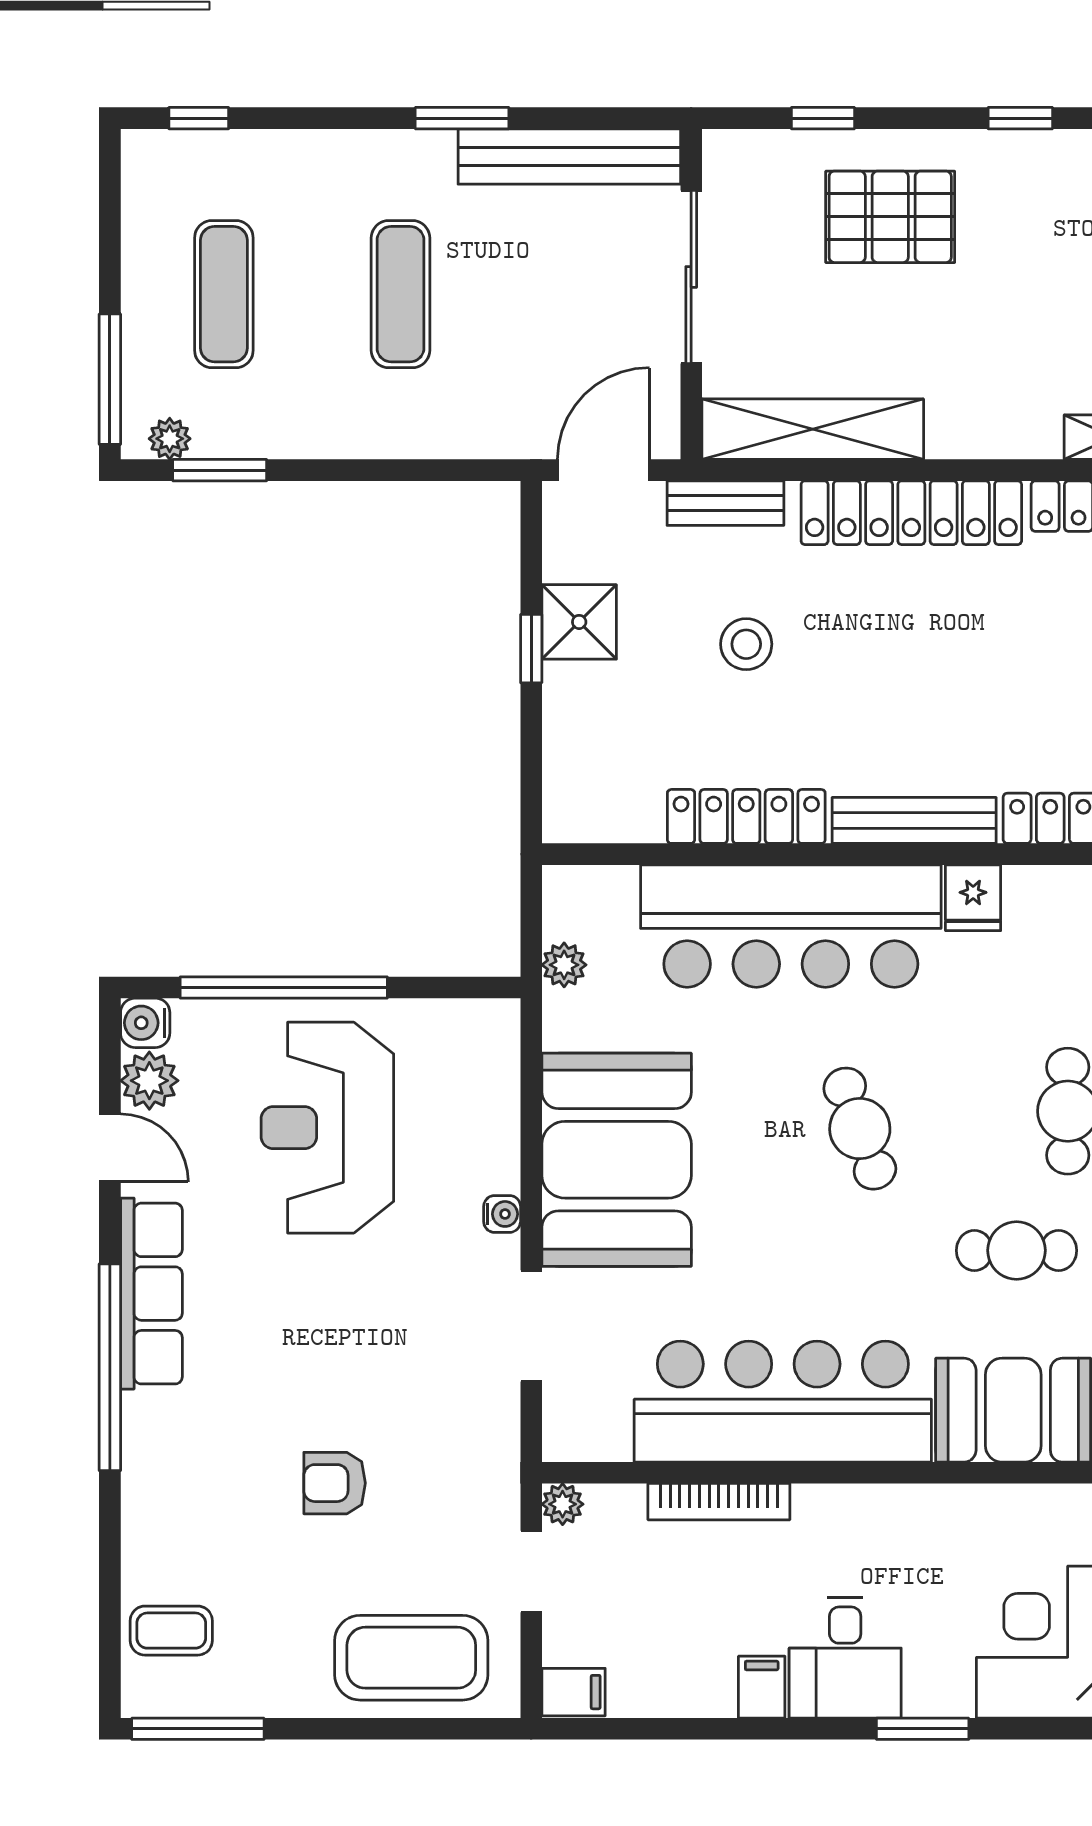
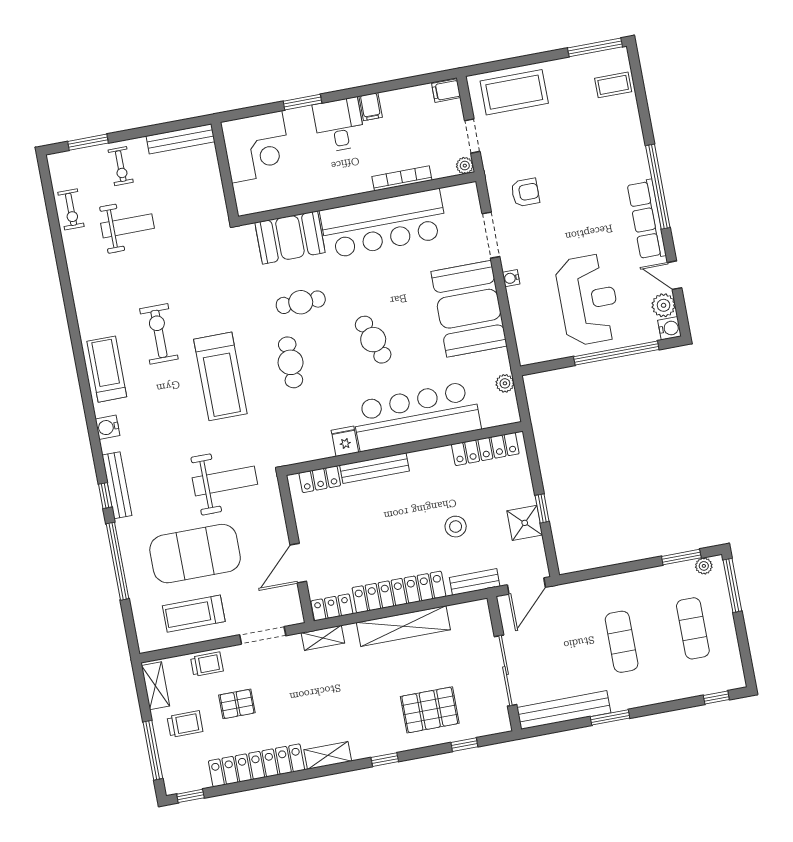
shelving: (813, 429) -> (403, 626), moved
locker: (746, 816) -> (485, 449), moved
armchair: (335, 1483) -> (525, 192), moved

